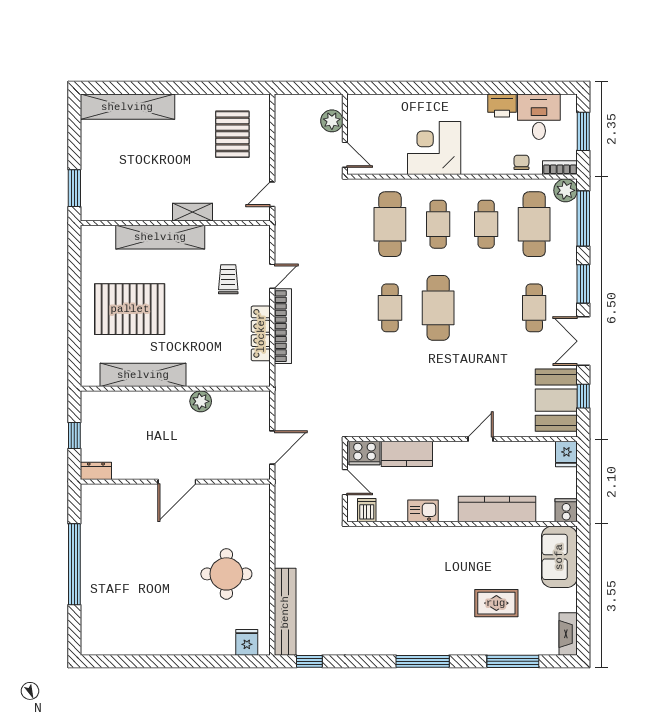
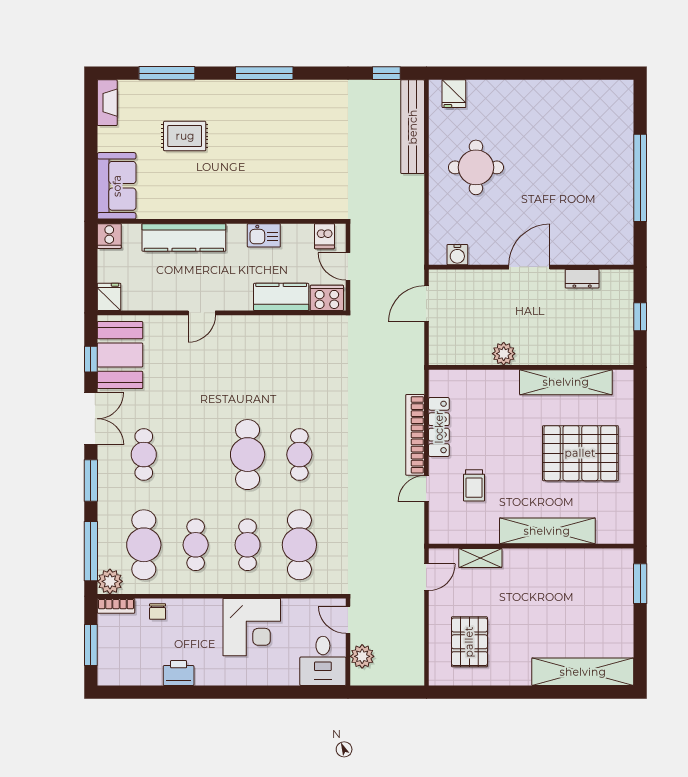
desk: (539, 117) -> (323, 661), moved
shelving: (193, 212) -> (480, 558), moved
dresser: (96, 471) -> (582, 279), moved
water cooler: (244, 493) -> (457, 255), added

